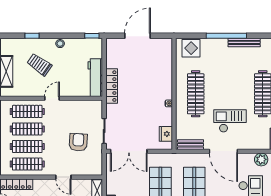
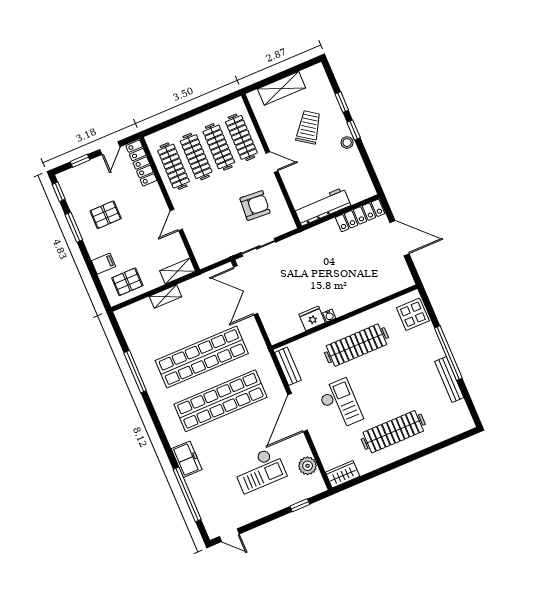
window: (92, 36) -> (354, 130), moved
locker: (112, 86) -> (360, 215), moved
fridge: (166, 134) -> (312, 318), moved
armchair: (78, 142) -> (255, 205), moved

